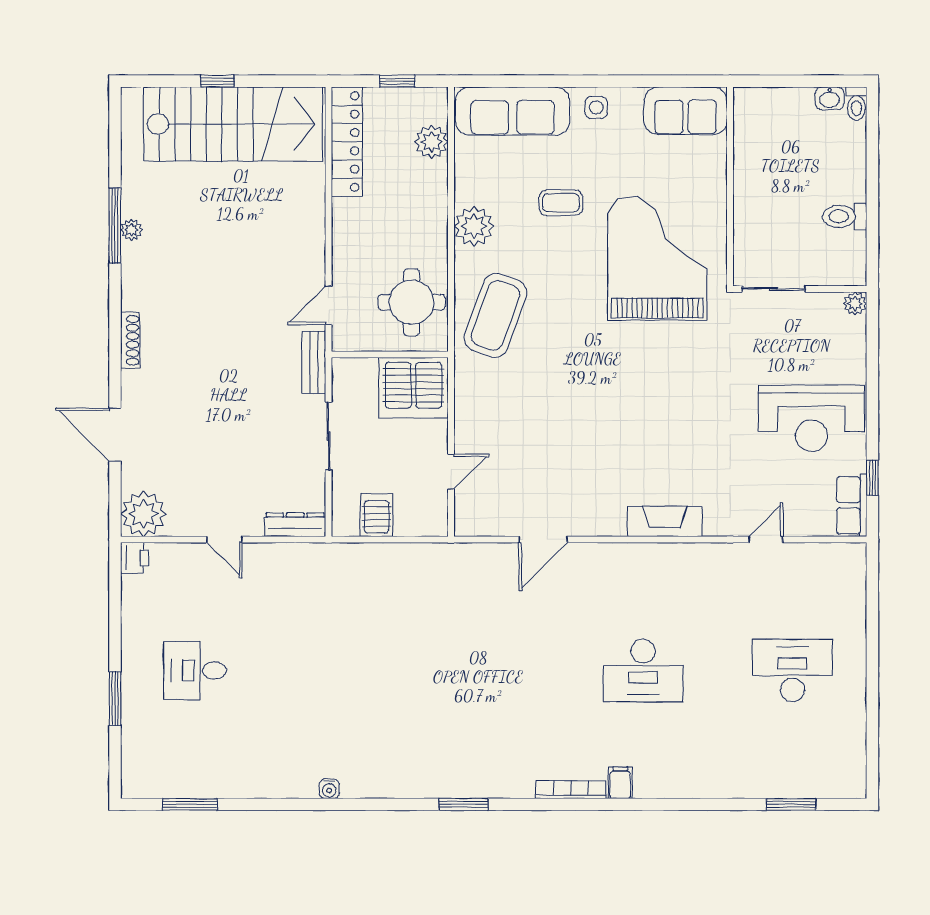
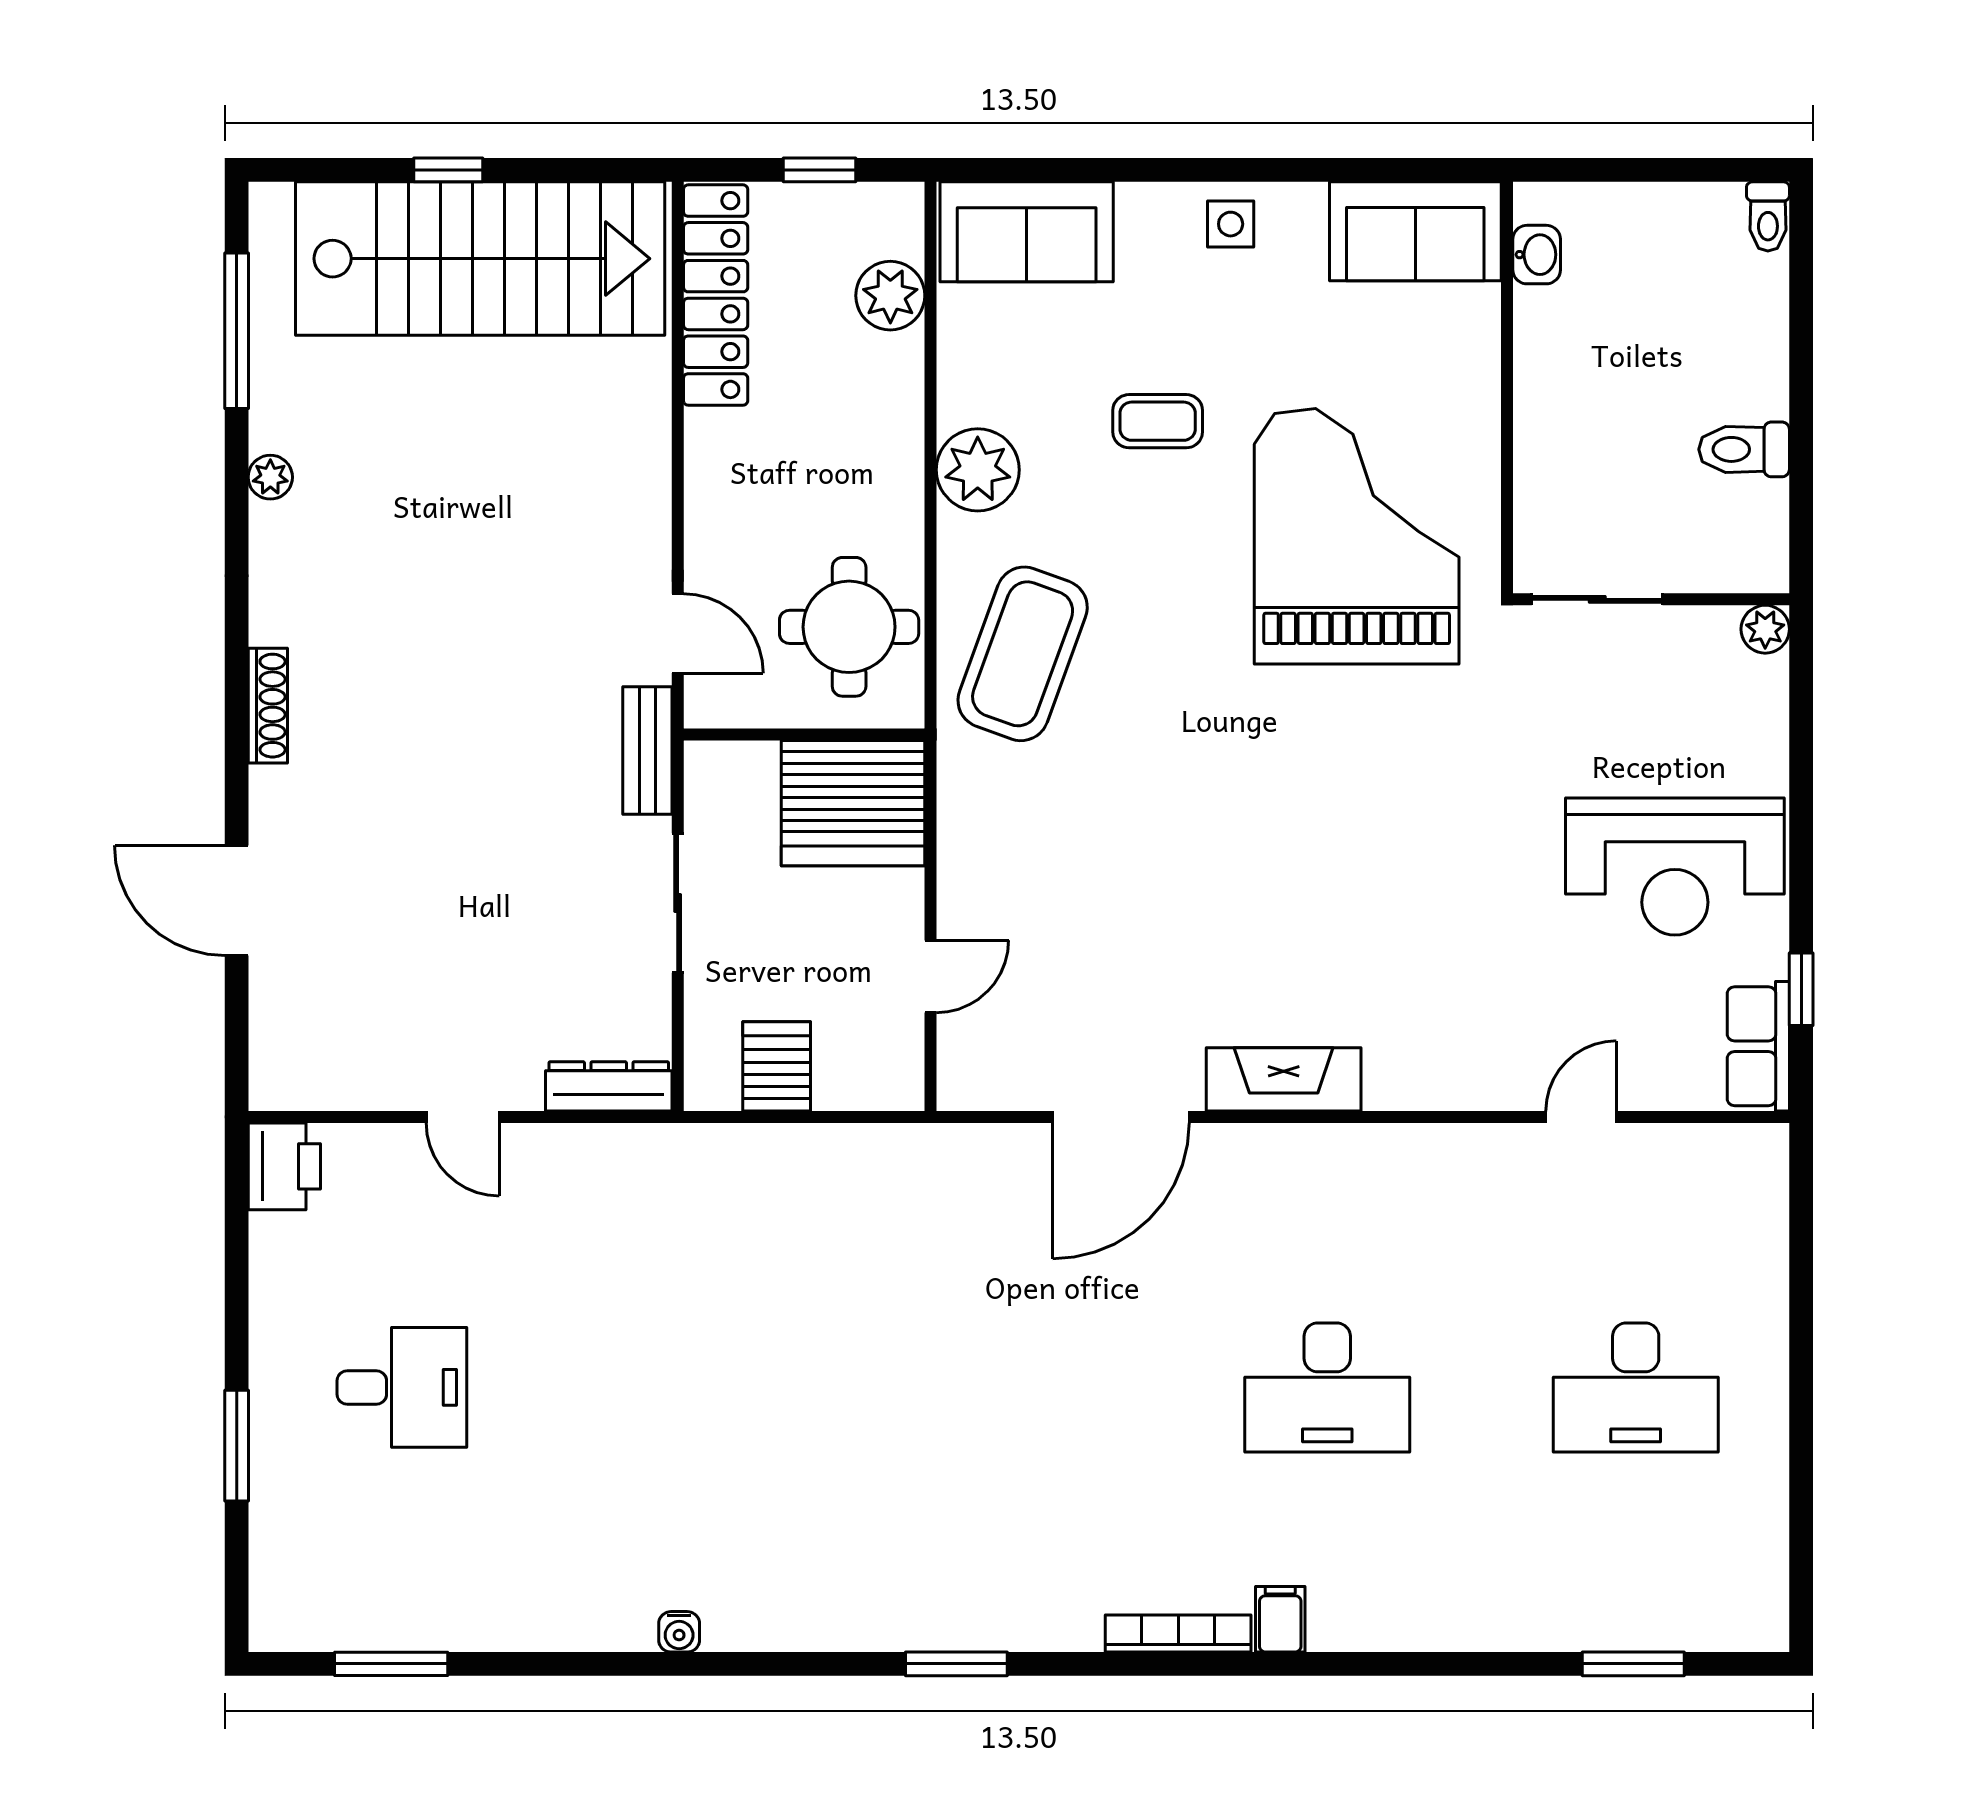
washbasin: (830, 98) -> (1537, 255), moved, turned -90
sofa: (513, 111) -> (1027, 232), width x0.73
window: (115, 226) -> (237, 331), moved
door: (329, 305) -> (678, 633), swing flipped
plant: (143, 514) -> (295, 1064), removed
fireplace: (665, 521) -> (1284, 1079), moved
door: (543, 540) -> (1121, 1117), width x1.36
printer: (135, 558) -> (284, 1166), width x1.36, depth x1.24
desk: (195, 671) -> (402, 1387), turned 180
desk: (792, 671) -> (1636, 1387), turned 180

